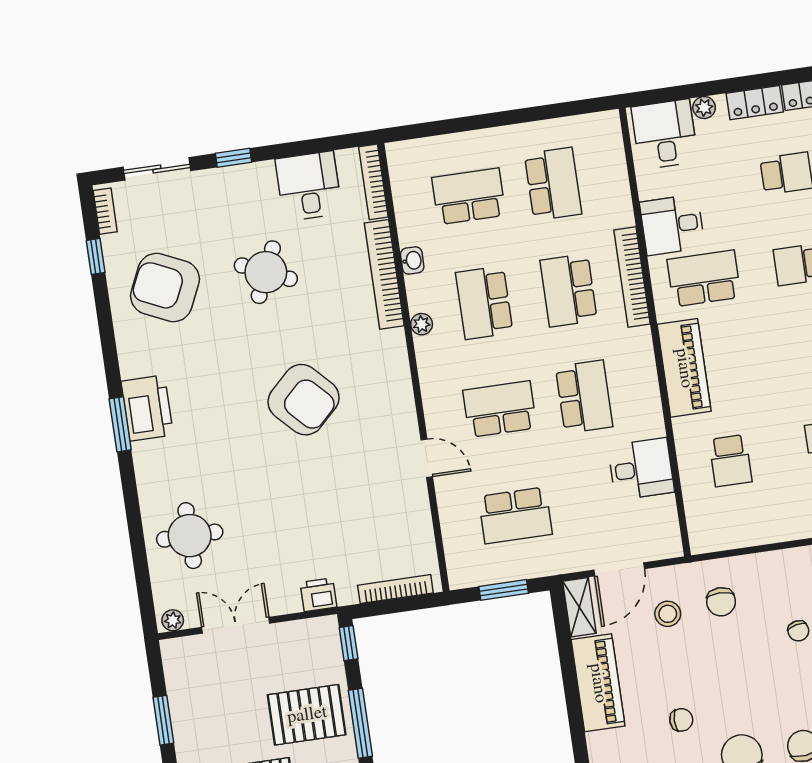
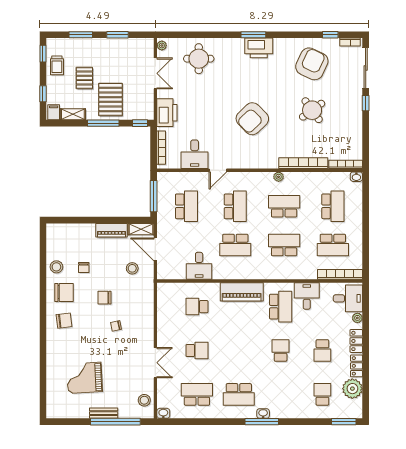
sliding door: (157, 169) -> (366, 68), width x1.37
desk: (309, 186) -> (195, 154), moved, turned 90
washbasin: (412, 260) -> (356, 177), moved
round table: (266, 272) -> (312, 110), turned 30
bookcase: (632, 277) -> (340, 274), moved
school desk: (515, 515) -> (186, 206), turned 180
window: (504, 590) -> (154, 196), width x1.44
printer: (318, 595) -> (167, 113), width x1.87, depth x1.48
chair: (721, 602) -> (105, 298), moved
piano: (598, 683) -> (111, 230), width x0.73, depth x0.75

